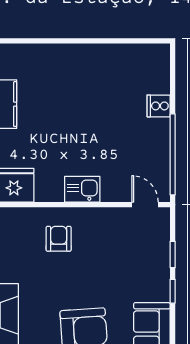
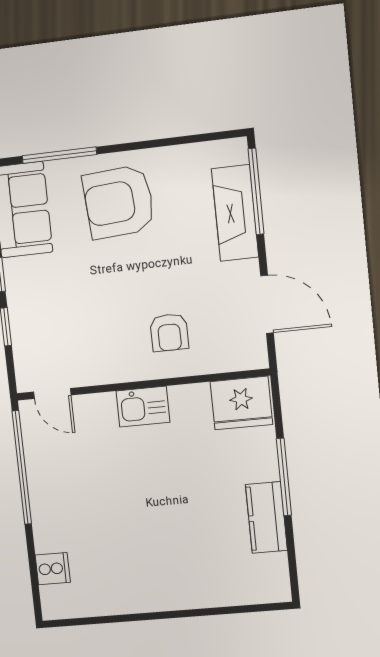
cooker: (159, 106) -> (53, 569), moved

